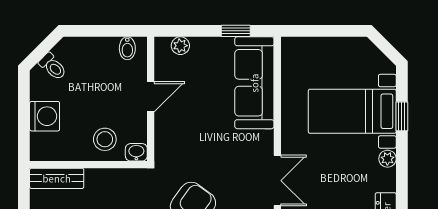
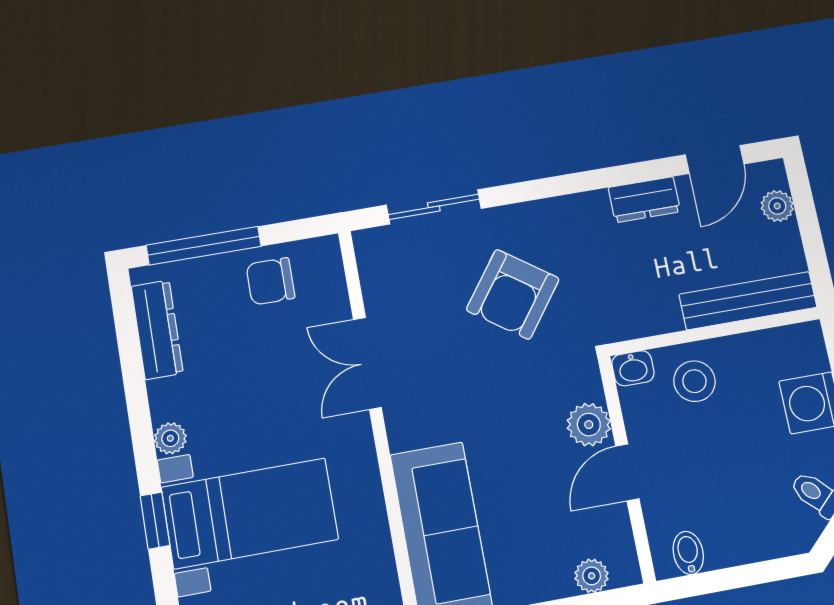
plant: (166, 126) -> (589, 425), added
bench: (57, 178) -> (748, 301), width x1.36

